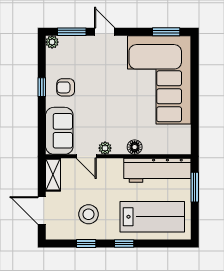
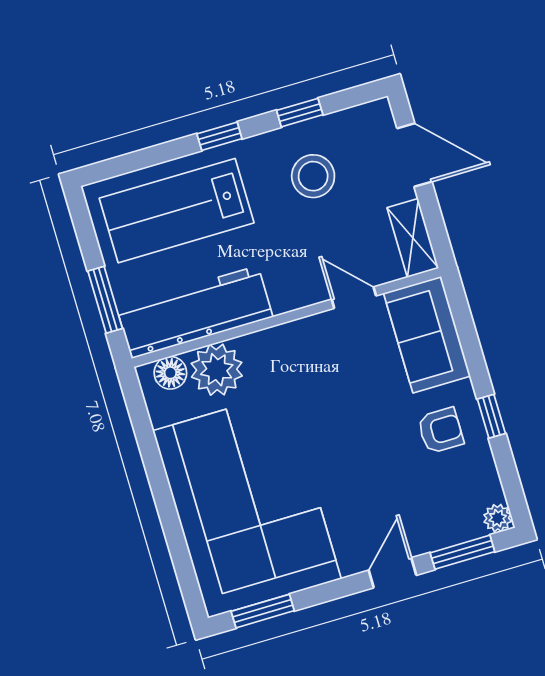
door: (105, 32) -> (393, 573), swing flipped
floor lamp: (135, 147) -> (170, 373), moved
plant: (105, 148) -> (217, 370), moved, width x1.87, depth x1.87

